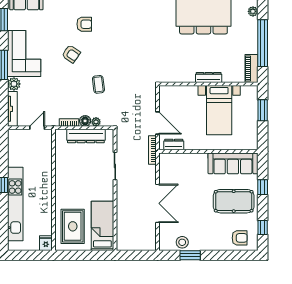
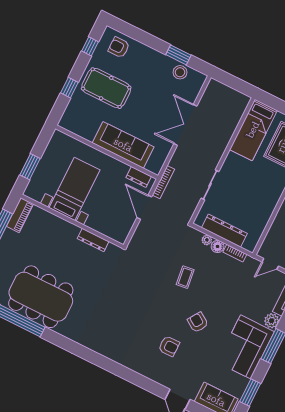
armchair: (84, 24) -> (169, 346), turned 180
dresser: (209, 77) -> (93, 240), moved
sofa: (233, 163) -> (123, 145), moved

